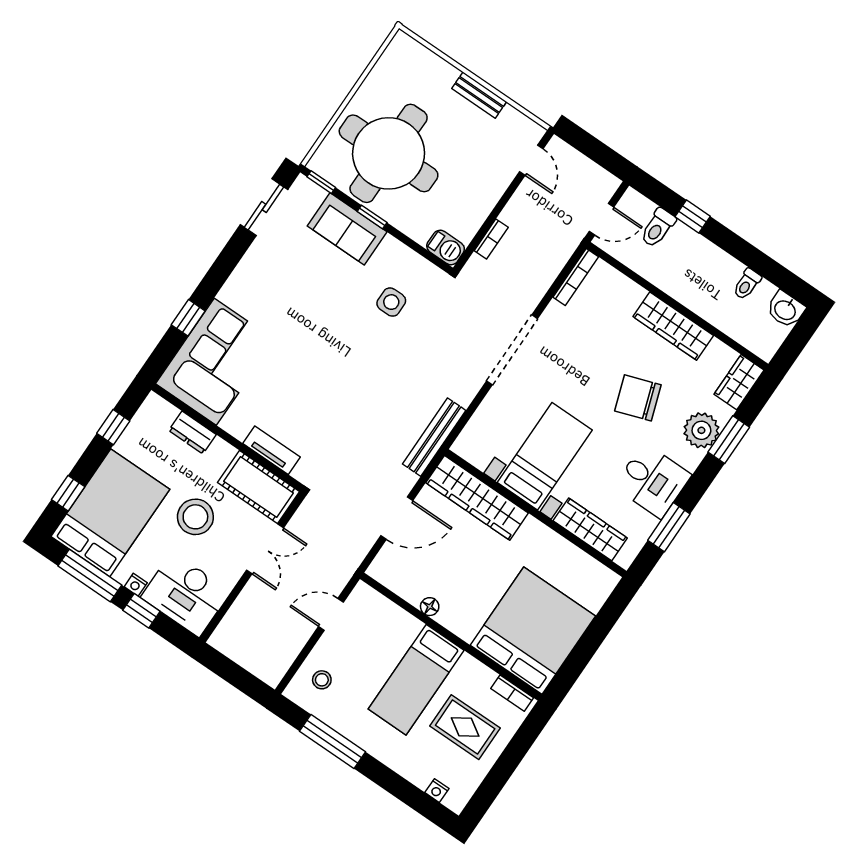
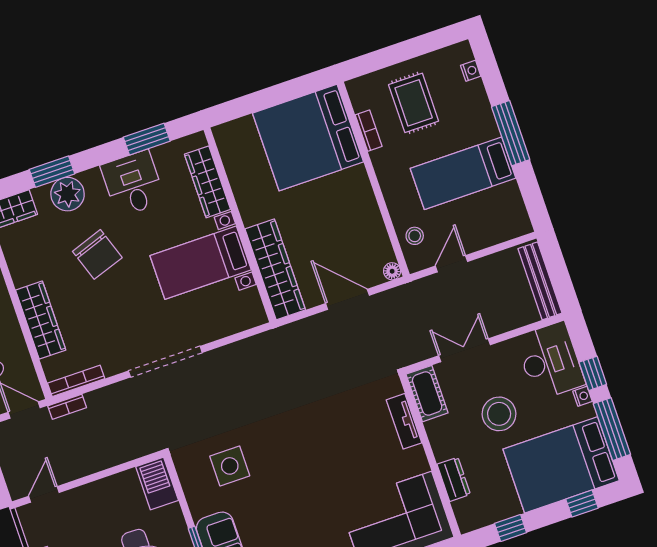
bookcase: (491, 239) -> (67, 407), moved, turned 180
barbecue: (446, 248) -> (157, 484), width x1.38, depth x1.27
side table: (391, 302) -> (230, 466), width x1.37, depth x1.37
wardrobe: (673, 326) -> (41, 320), moved
bench: (434, 437) -> (540, 281), moved, turned 90
cot: (259, 487) -> (427, 394), width x0.73, depth x0.75
floor lamp: (430, 607) -> (392, 271), moved
door: (331, 614) -> (451, 264), swing flipped
stool: (322, 680) -> (415, 236), moved
bed: (416, 680) -> (463, 173), moved, turned 180
bookcase: (512, 693) -> (369, 131), moved
window: (332, 742) -> (511, 133), moved

